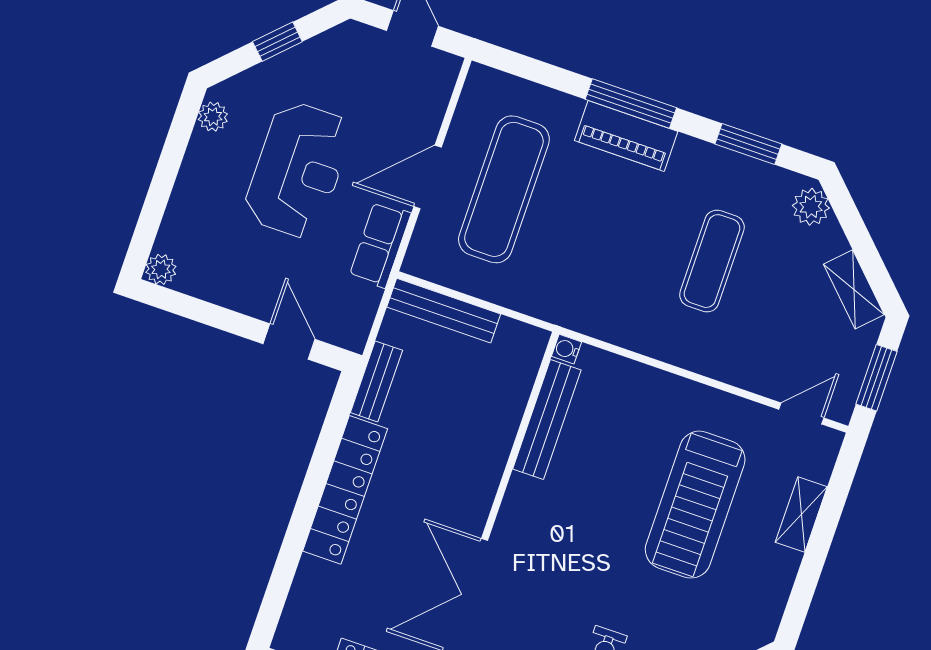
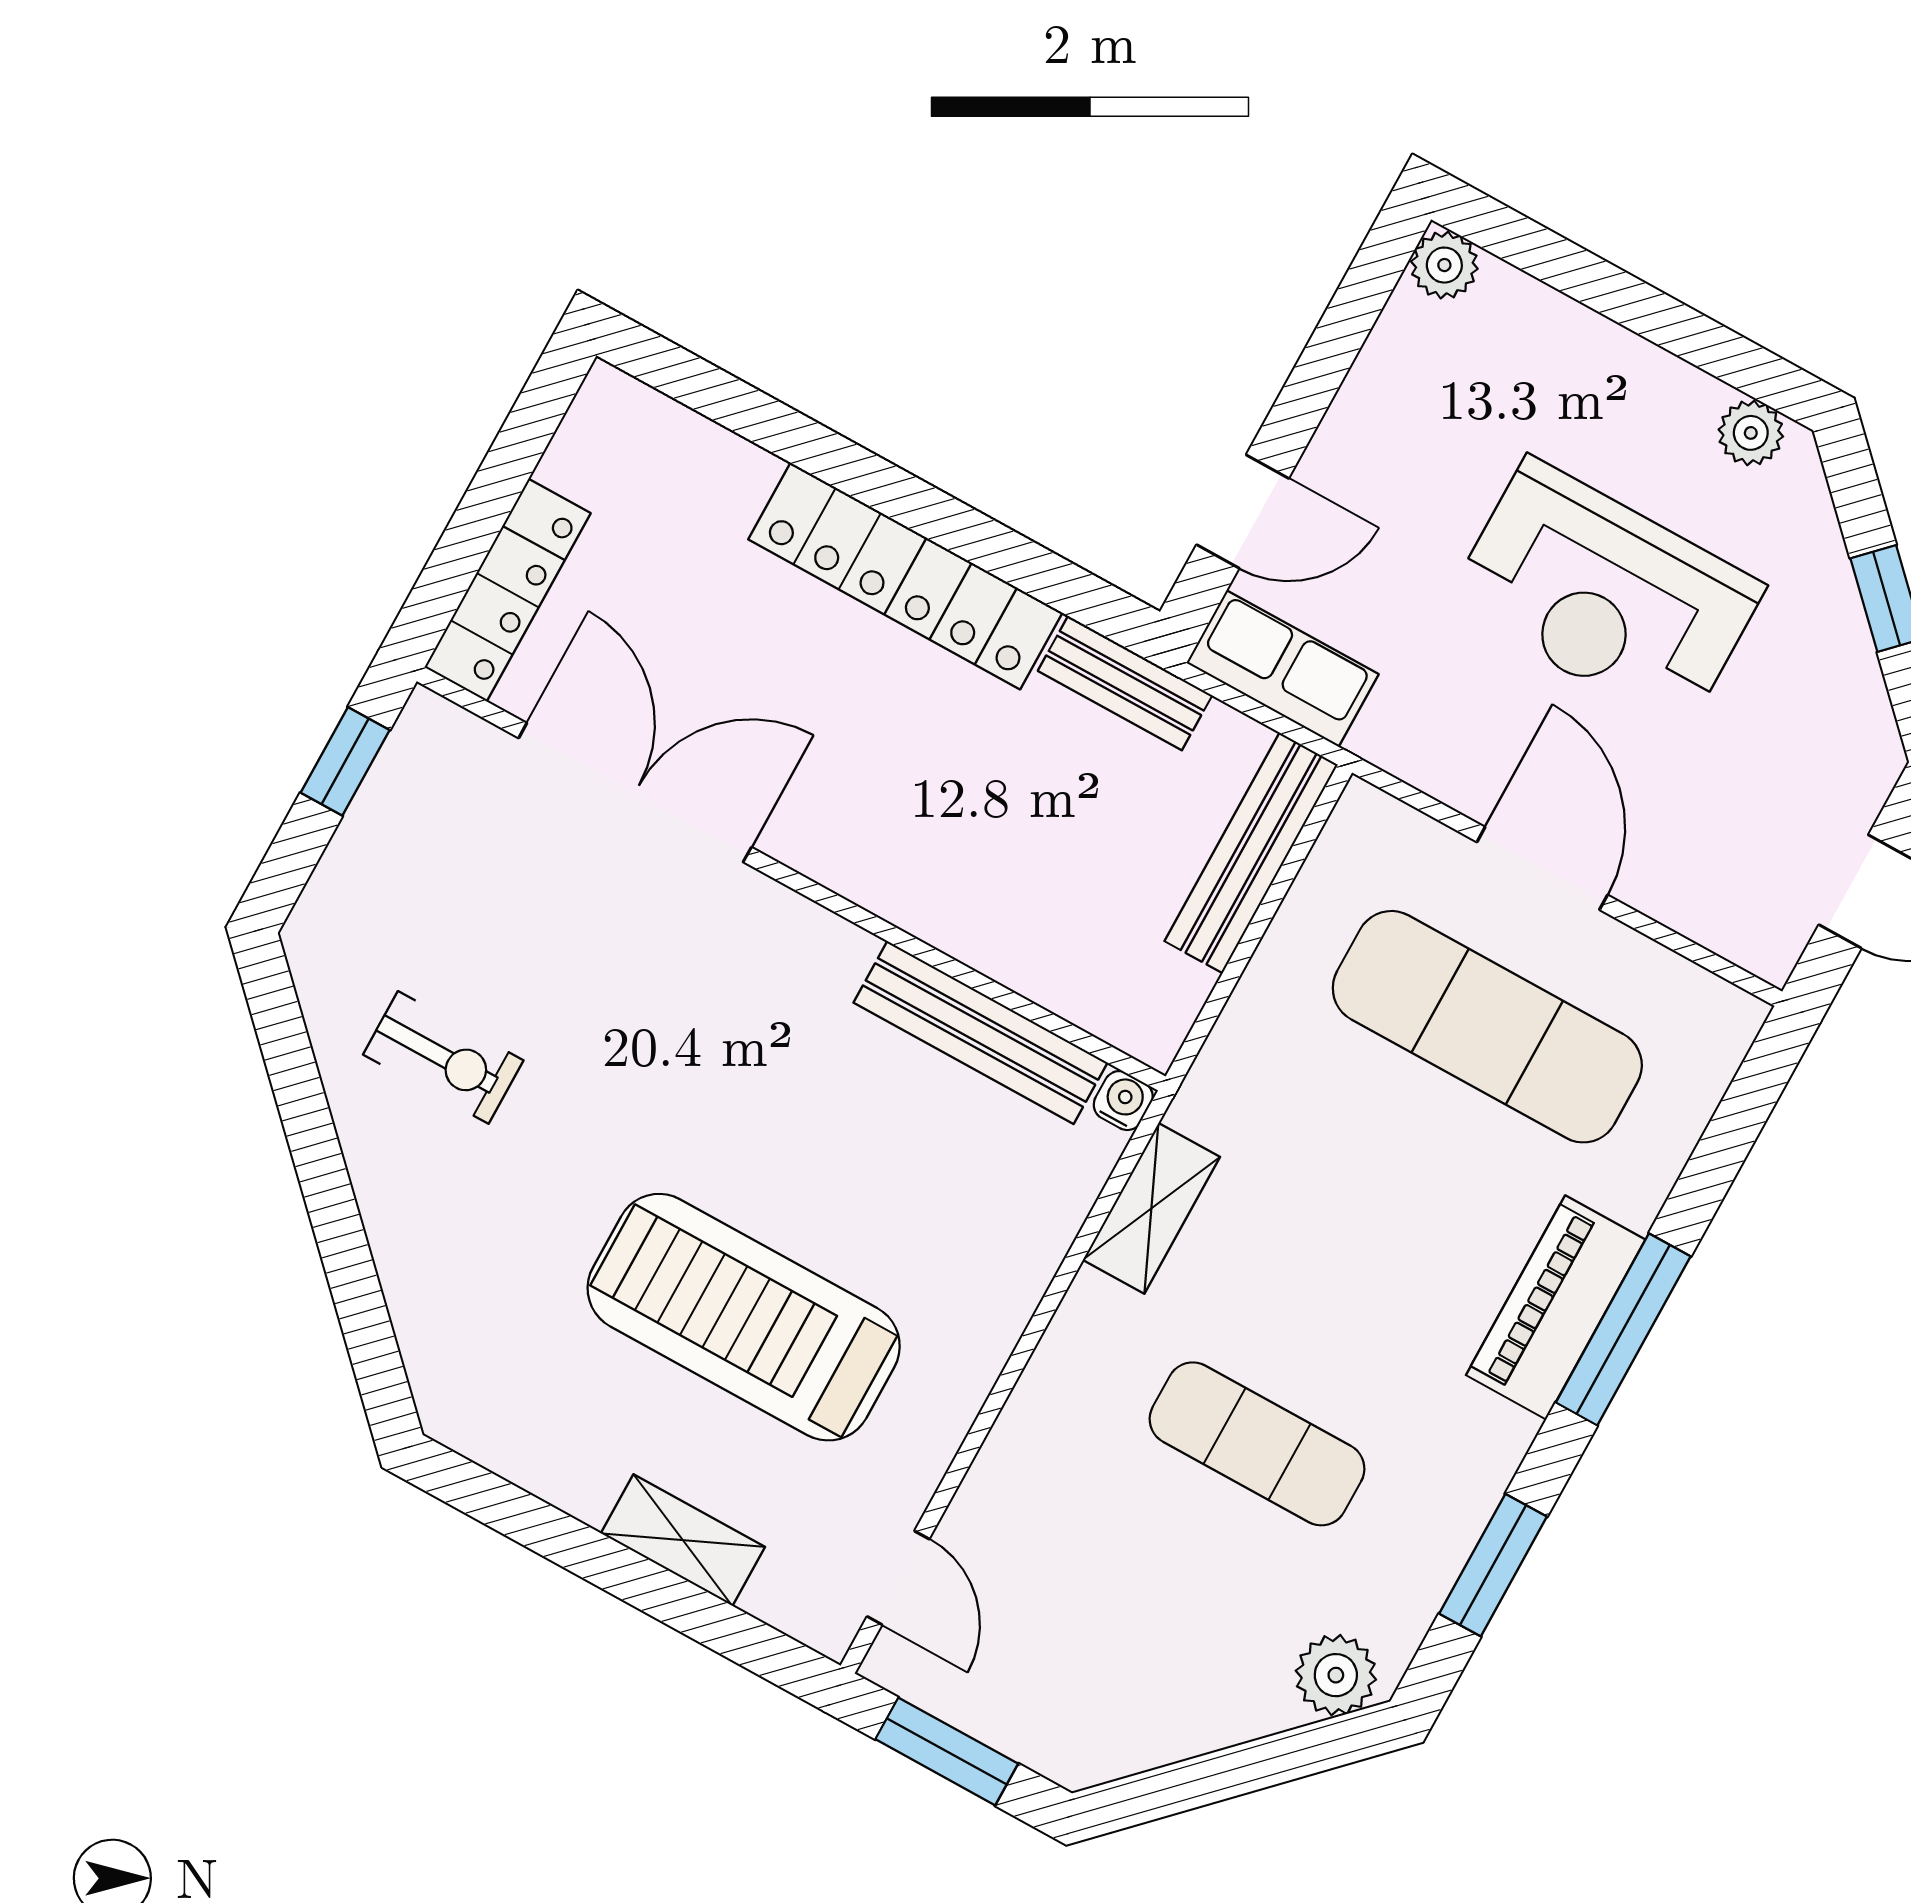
row of seats: (380, 245) -> (1283, 668), moved
shelving: (854, 289) -> (1151, 1208), moved, turned -45

